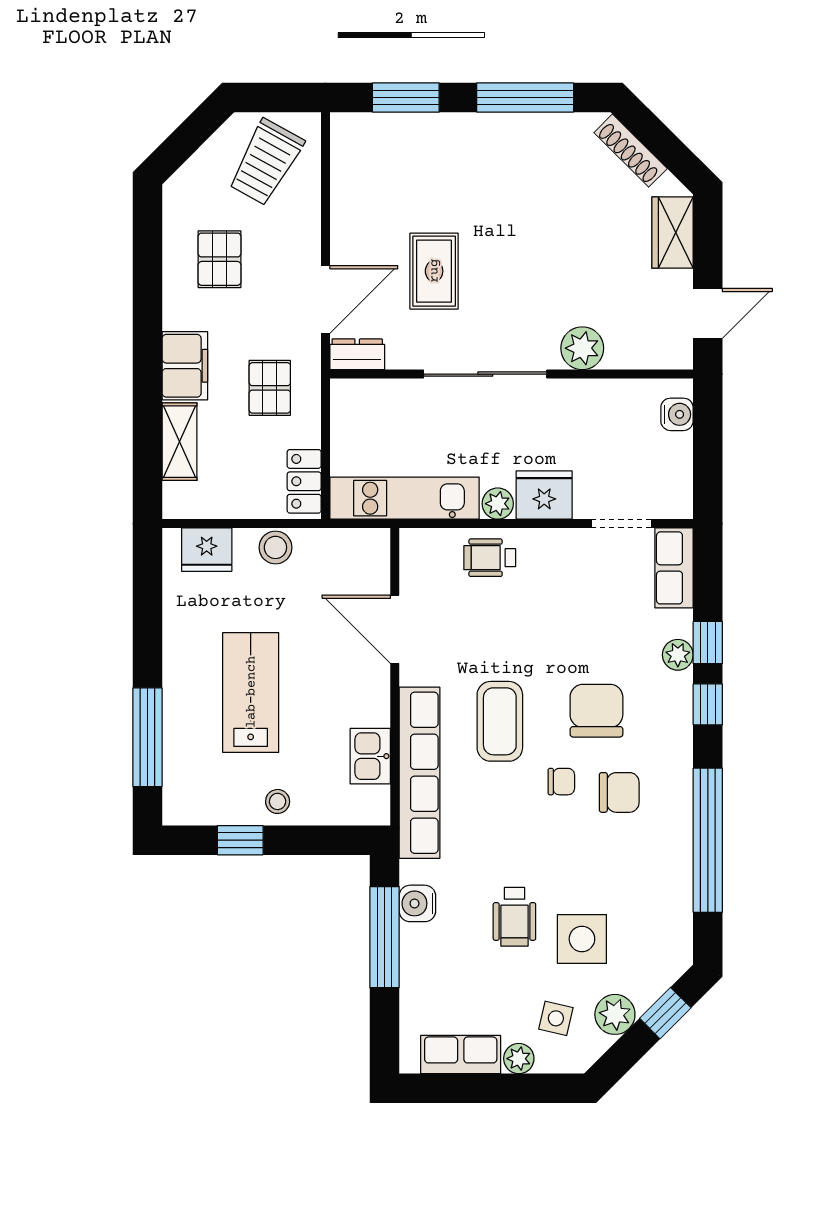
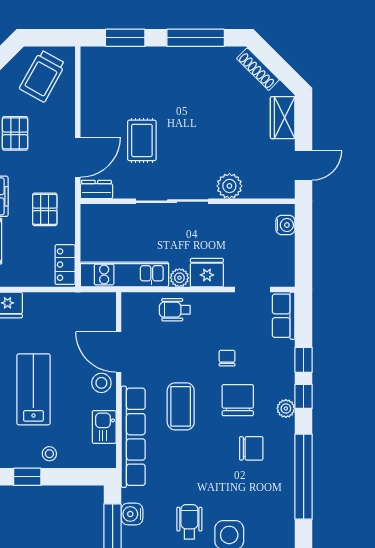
stool: (275, 547) -> (101, 383), moved
plant: (678, 655) -> (286, 408), moved
chair: (561, 782) -> (227, 358), moved, turned -90
wheelchair: (514, 917) -> (189, 522), turned 180

